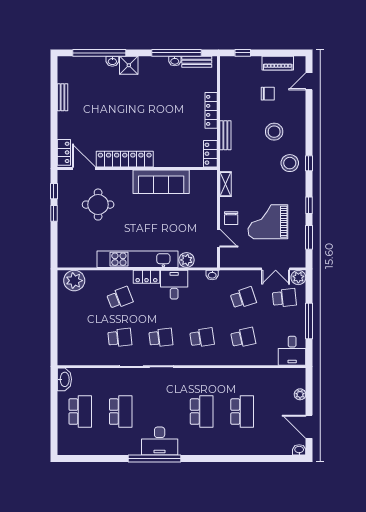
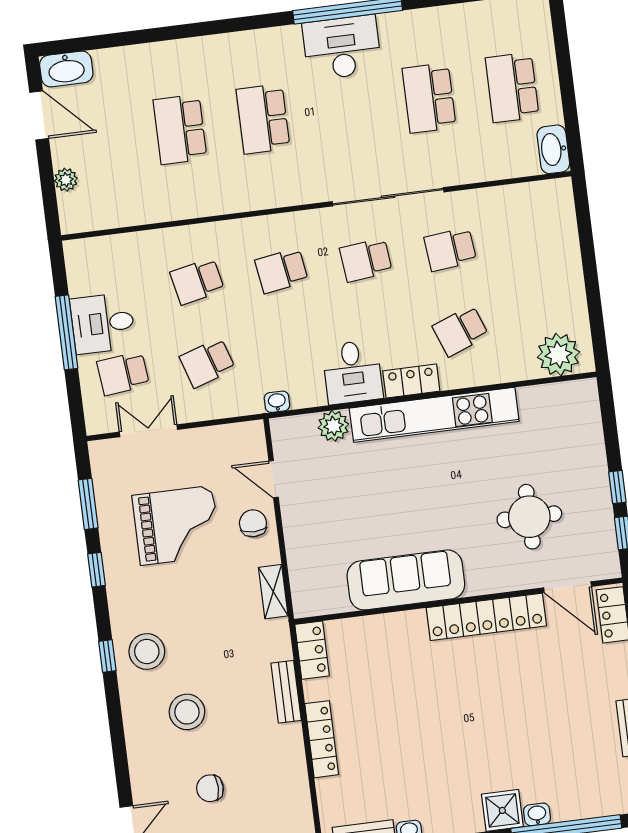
plant: (298, 277) -> (99, 419), removed
desk: (292, 351) -> (103, 323), moved, turned -90
washbasin: (299, 450) -> (66, 69), width x1.91, depth x1.45

